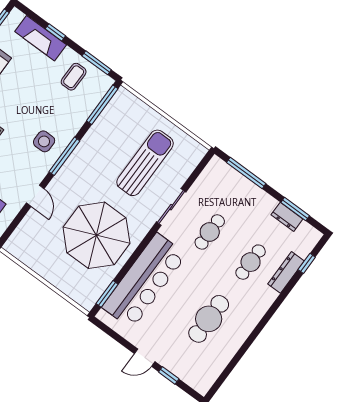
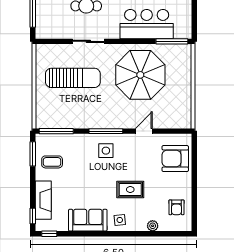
window: (55, 32) -> (33, 216), moved
sun lounger: (145, 163) -> (73, 78), turned 180
bar counter: (144, 281) -> (147, 24), width x0.73
window: (107, 294) -> (172, 41), width x1.44

